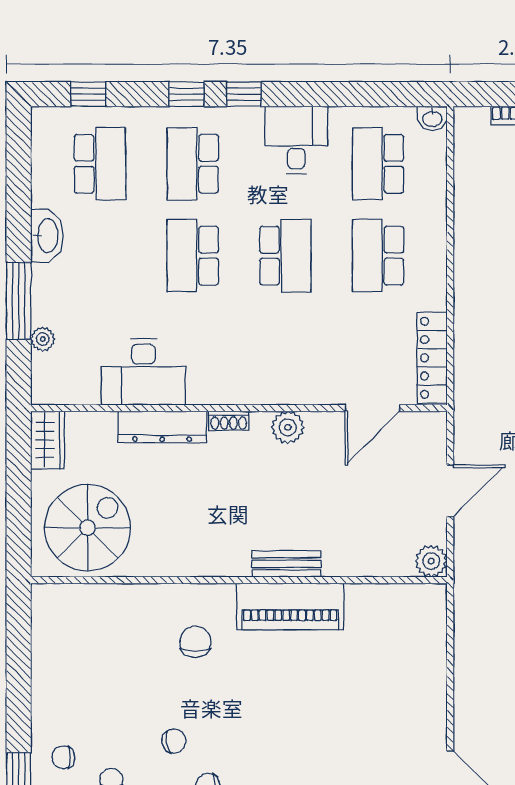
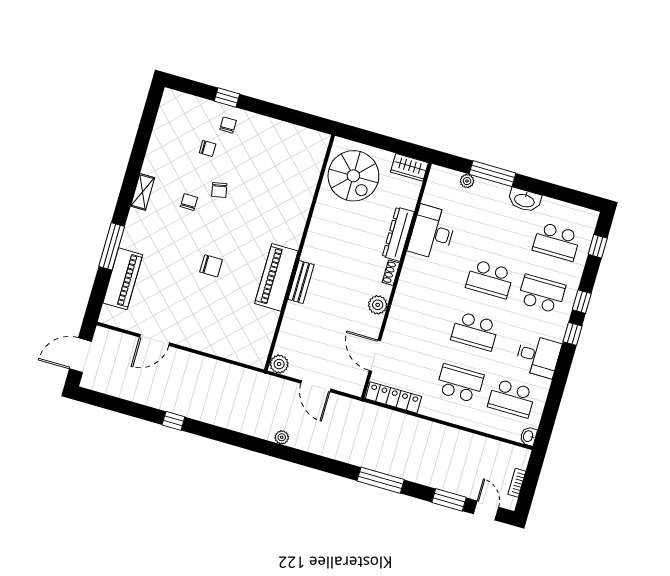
school desk: (378, 164) -> (512, 398), turned 180
school desk: (193, 256) -> (490, 279), turned 180
chair: (195, 642) -> (211, 266), moved

